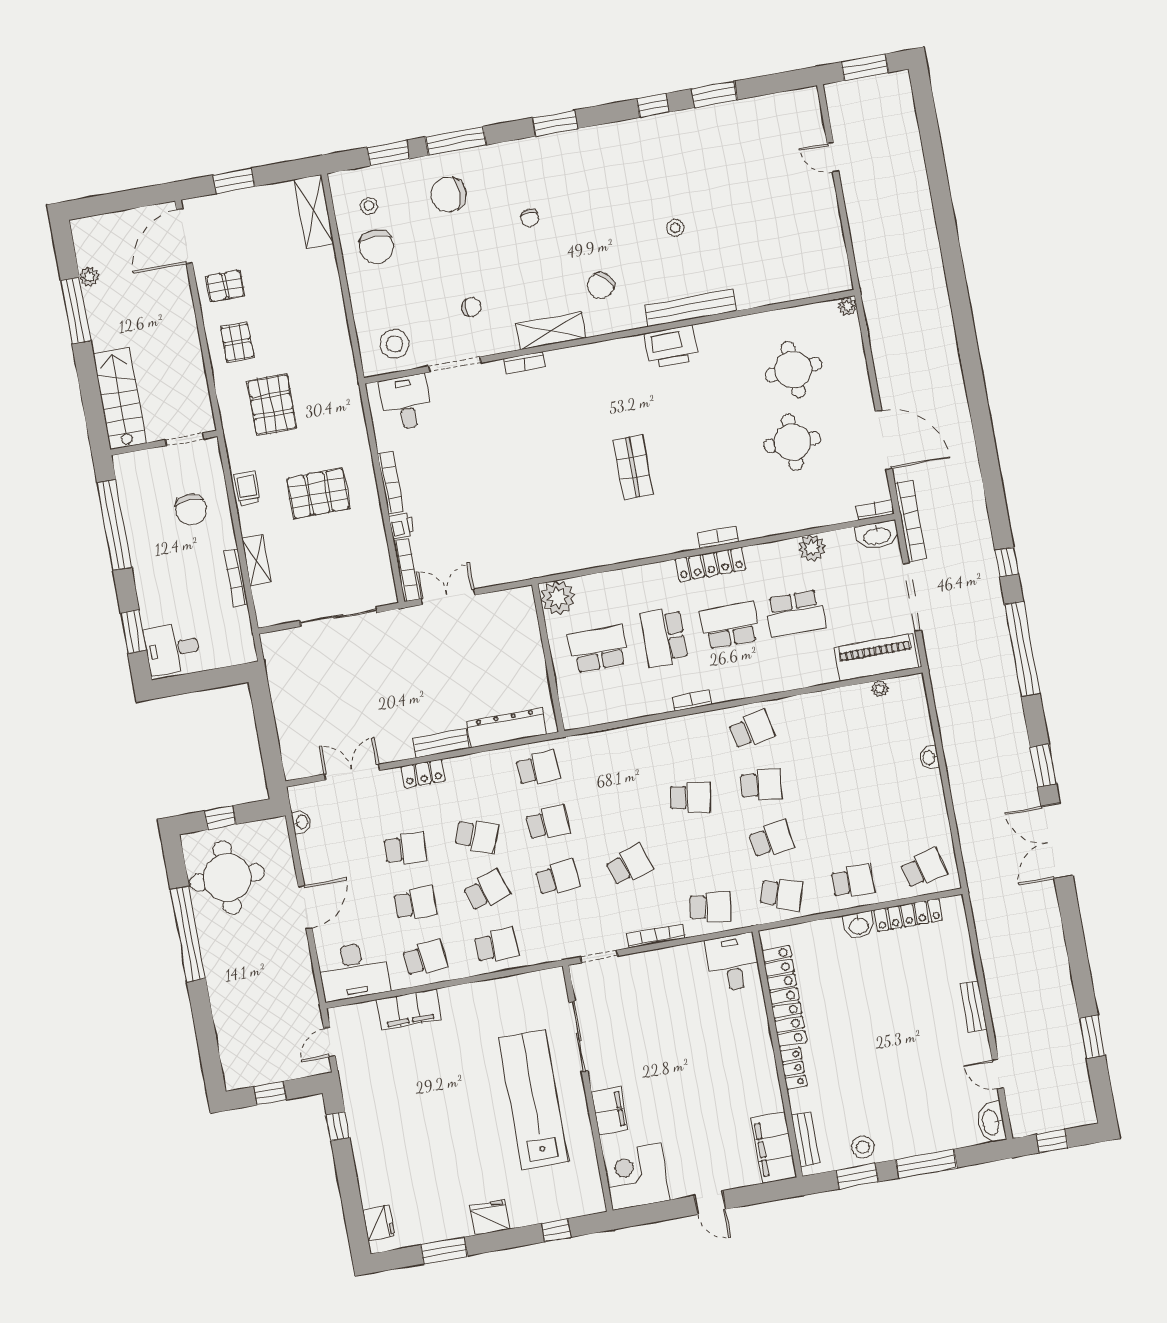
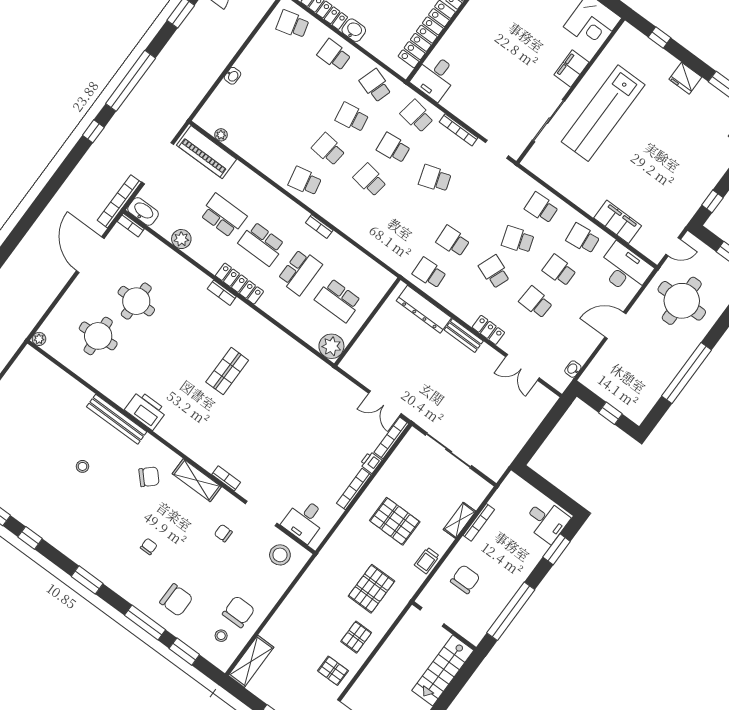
round table: (227, 878) -> (682, 301), moved
school desk: (558, 878) -> (393, 148), moved

